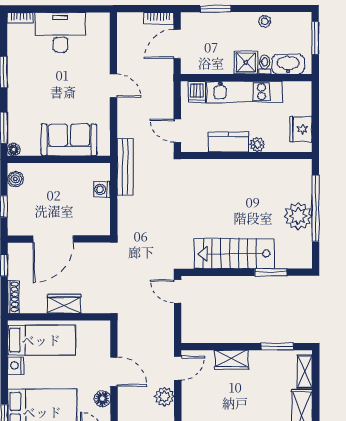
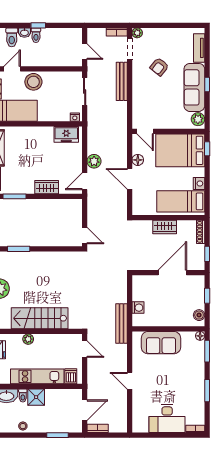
kitchen counter: (228, 142) -> (49, 341), removed
stairs: (234, 254) -> (40, 318), moved, turned 180

